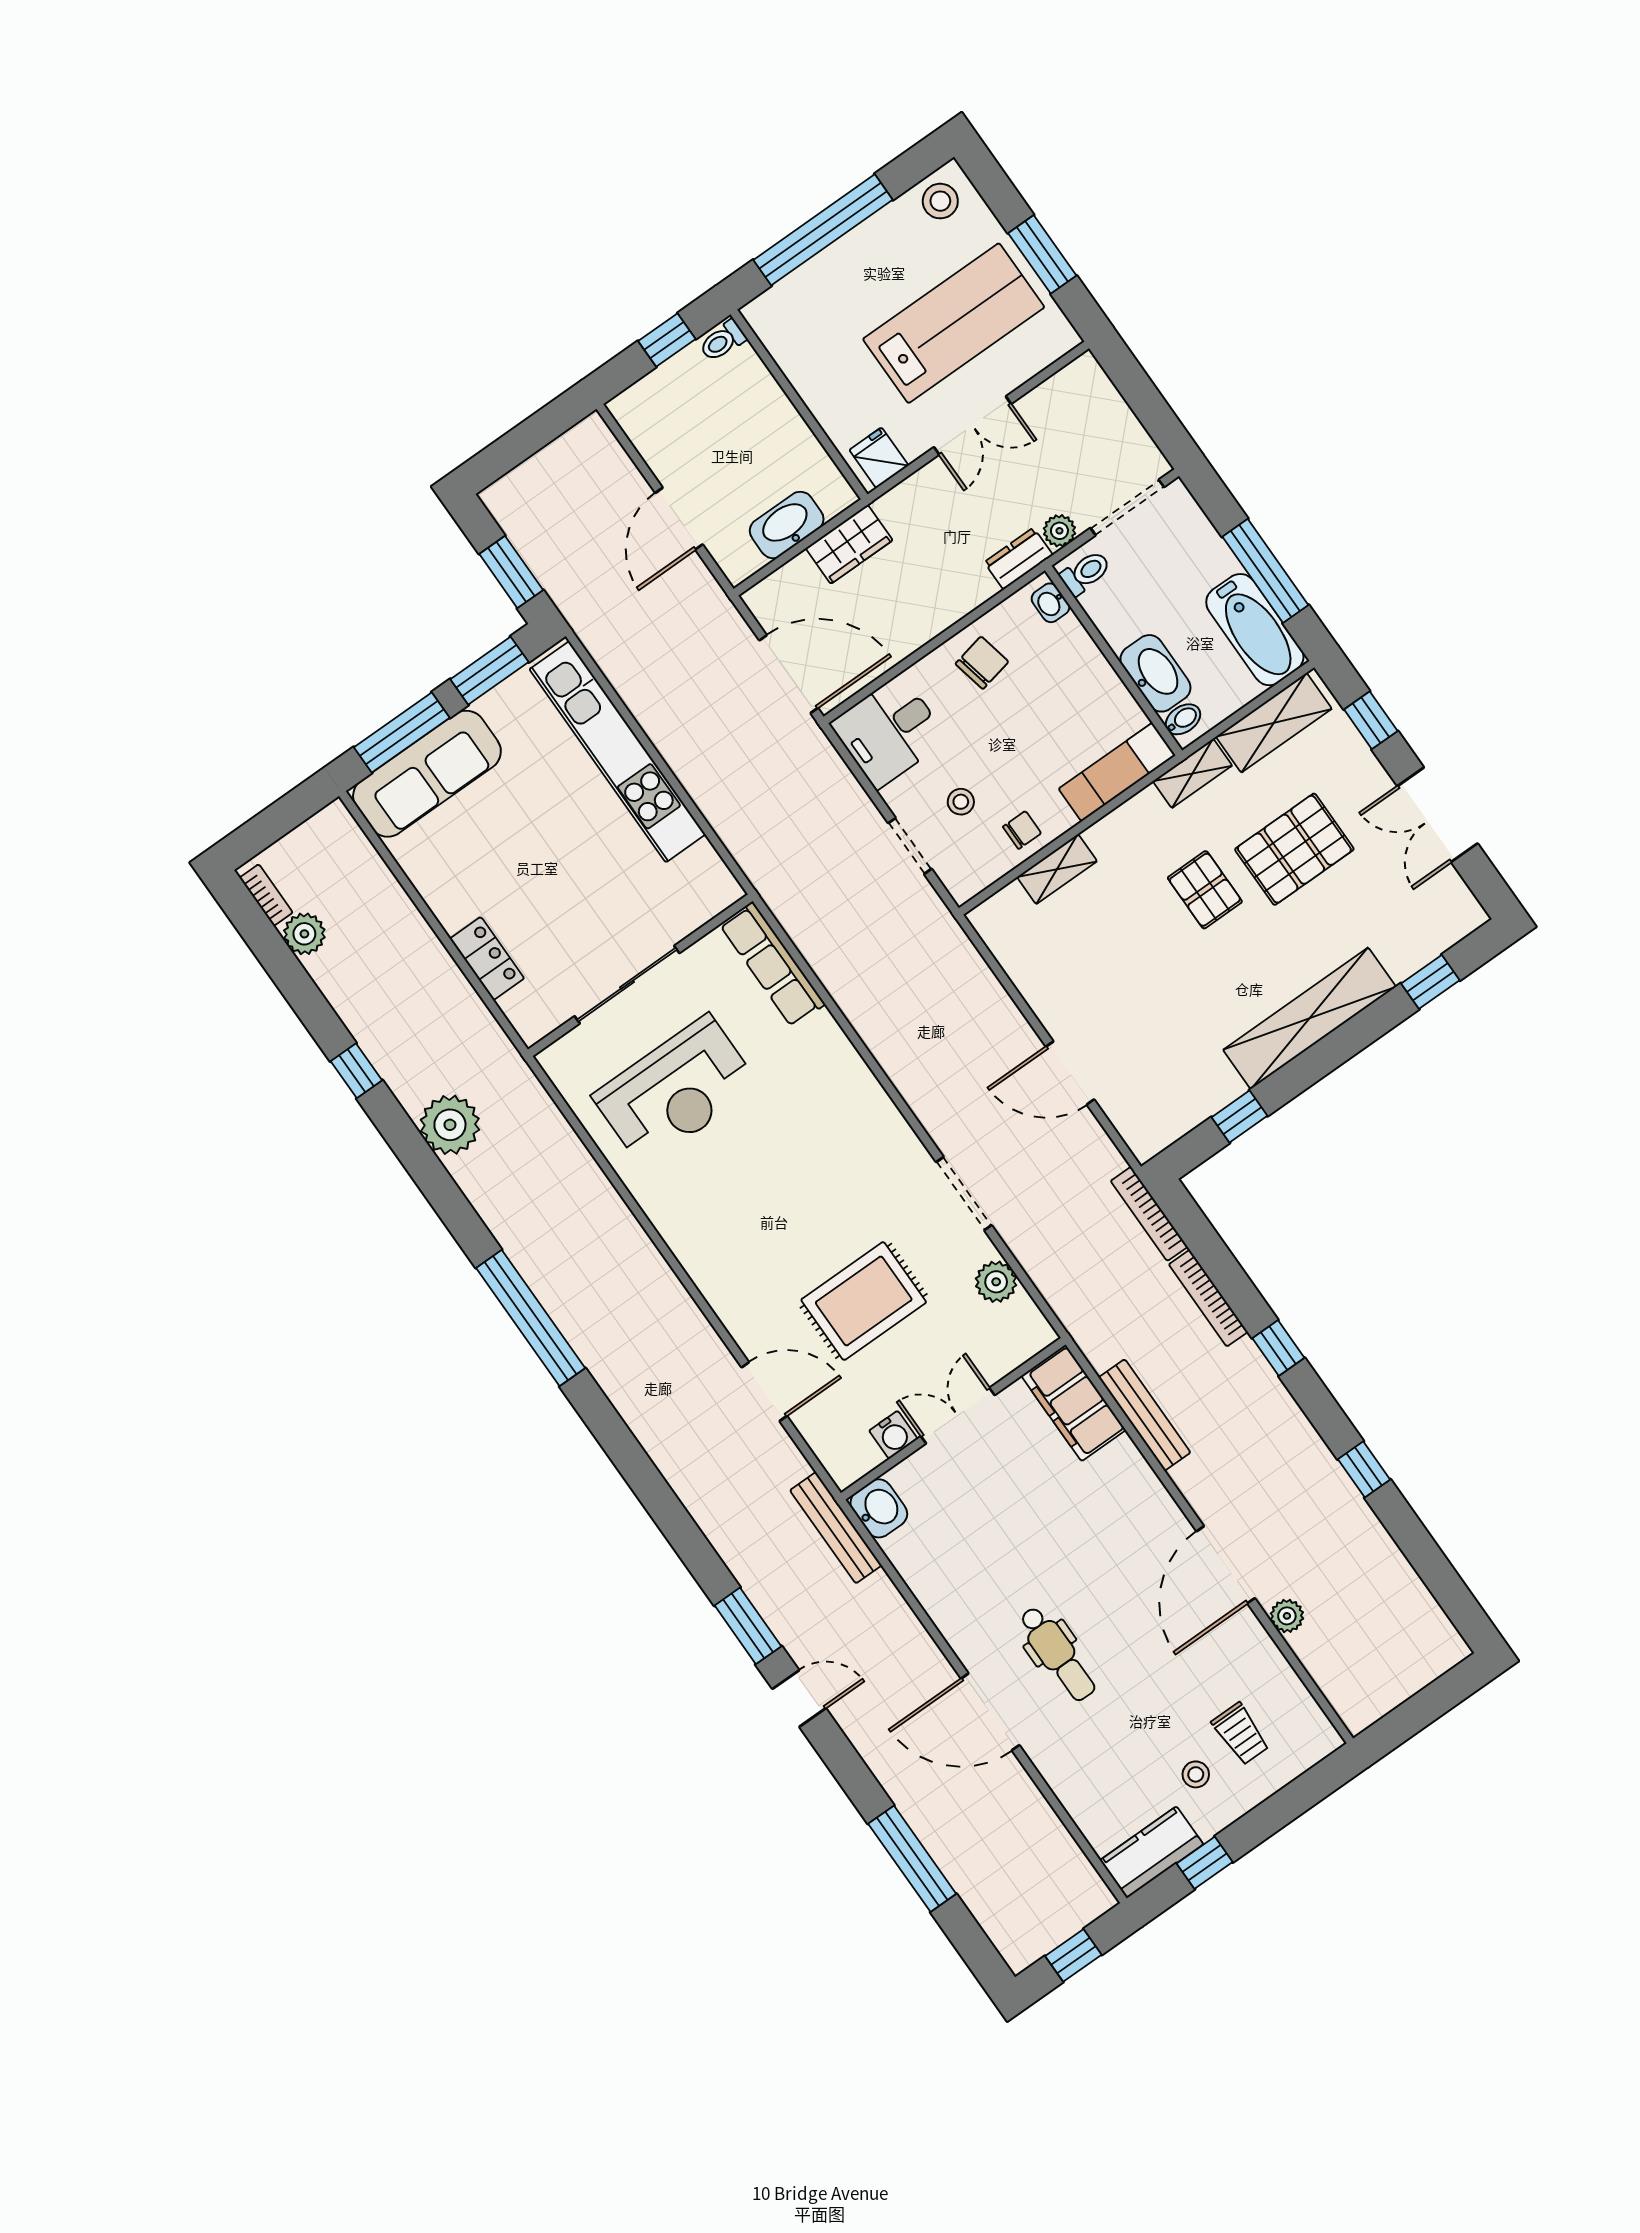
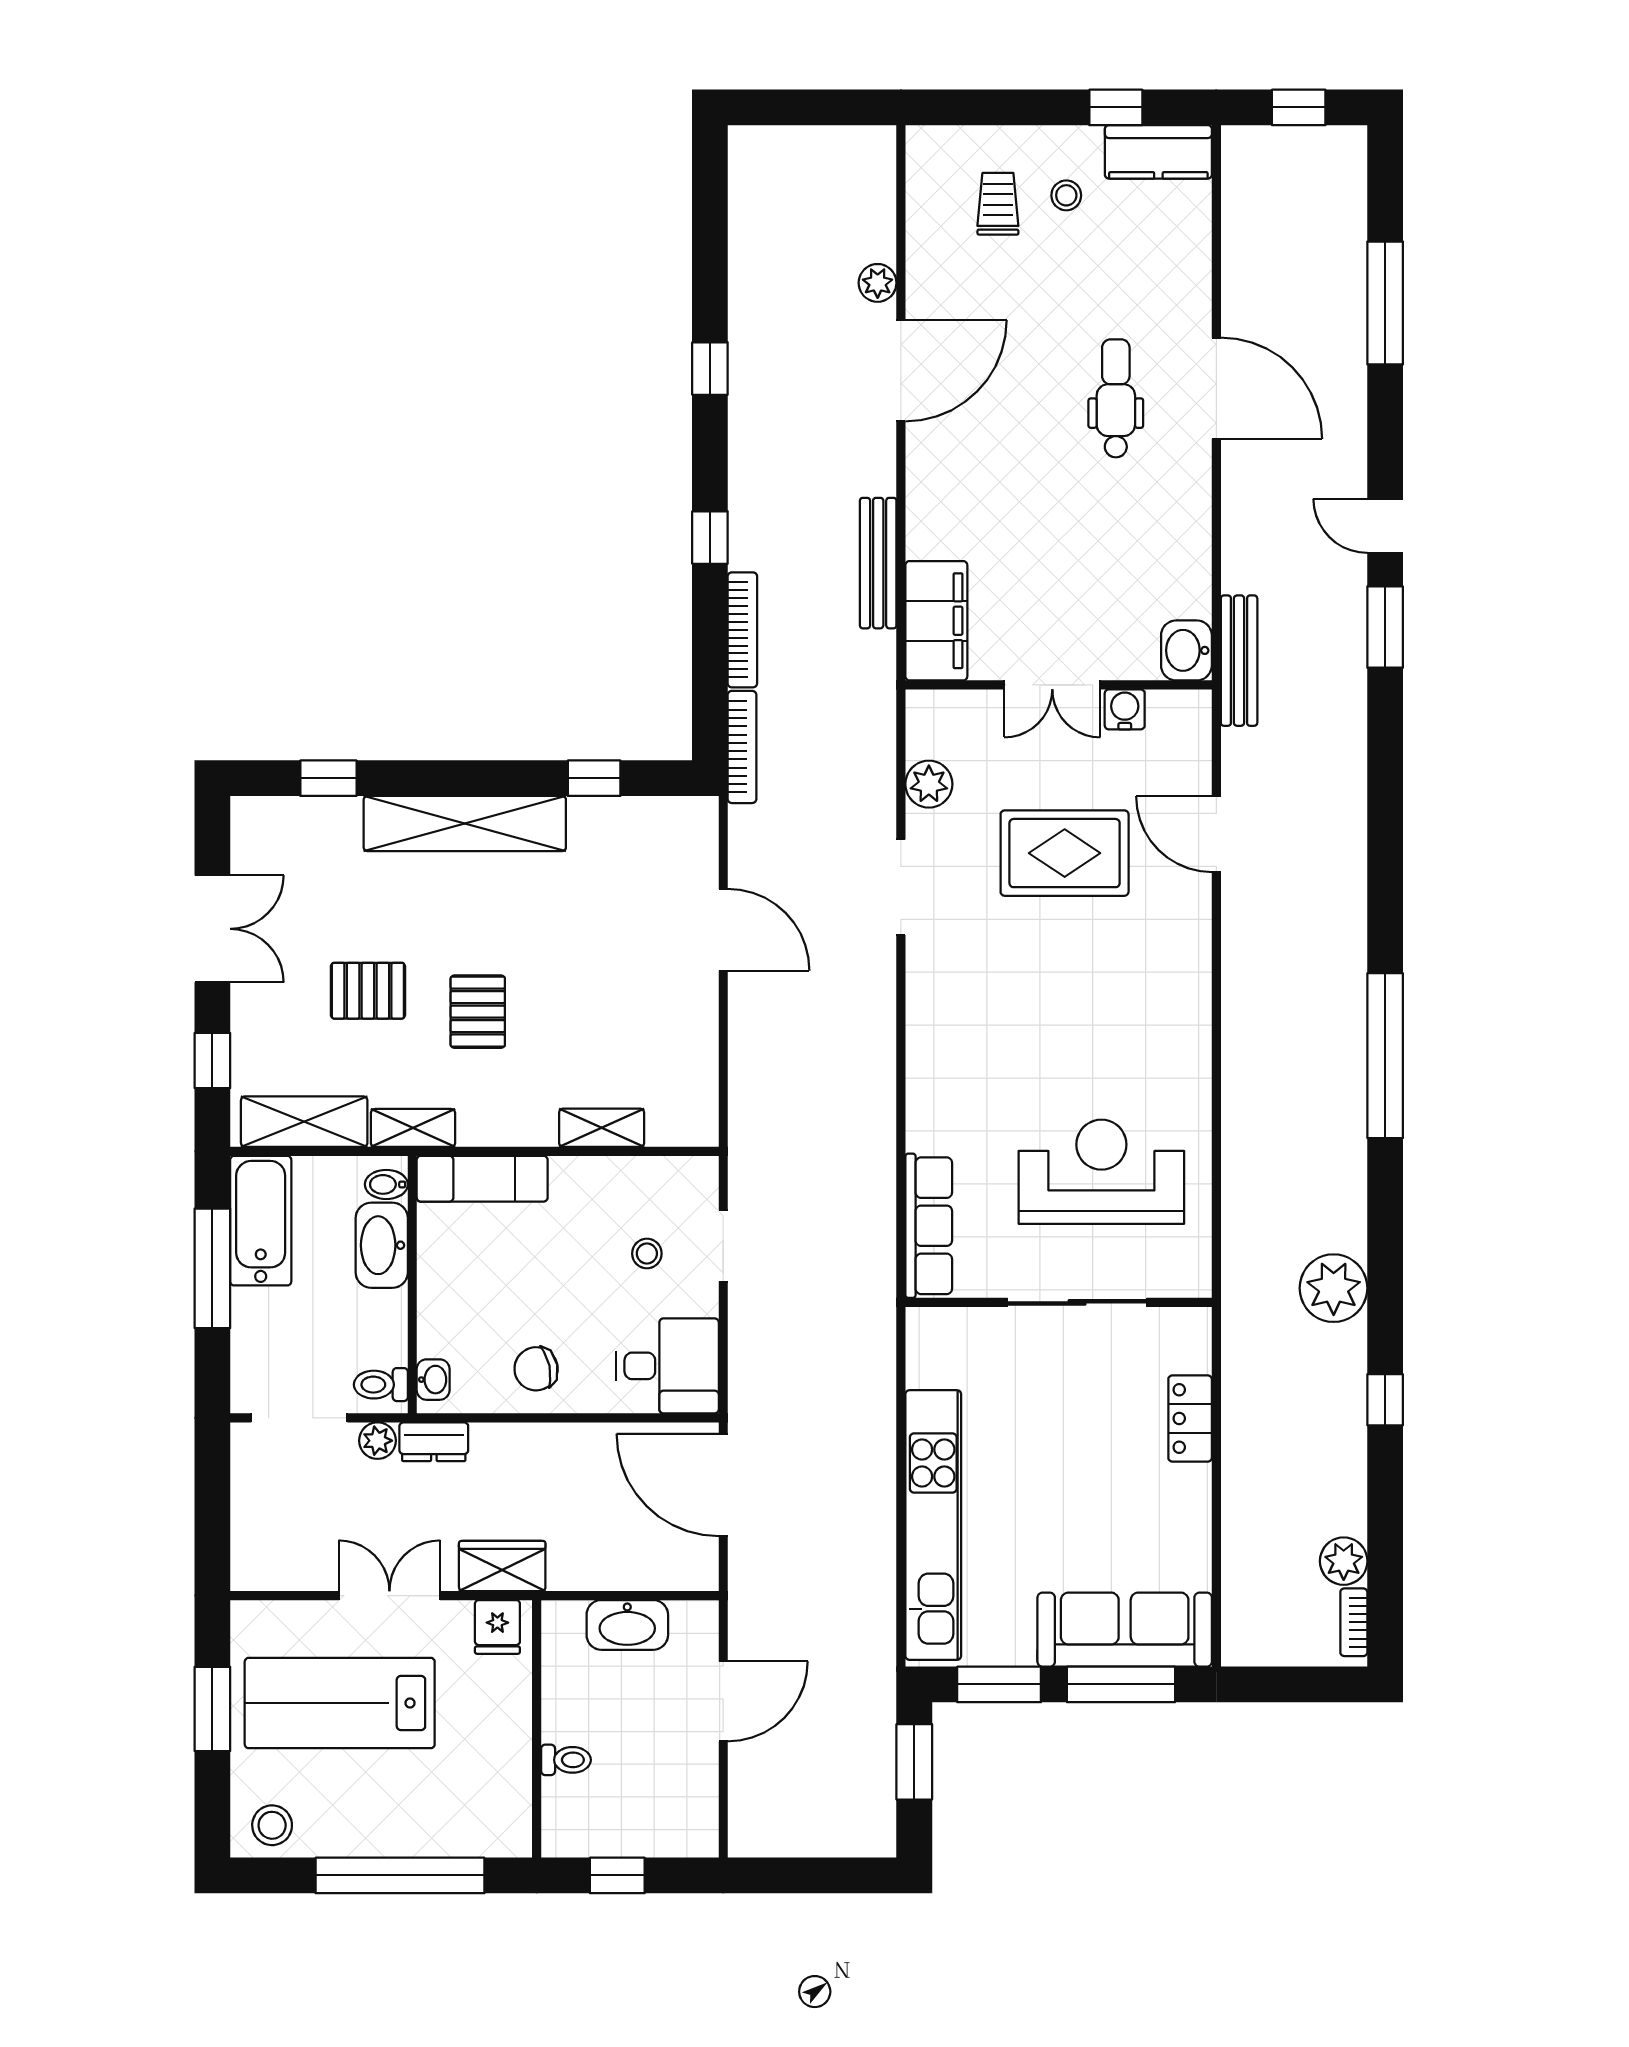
toilet: (723, 341) -> (566, 1760), moved
wardrobe: (849, 544) -> (502, 1566), moved
chair: (1022, 830) -> (609, 1187), removed
pallet: (1294, 849) -> (368, 991), width x0.67, depth x0.71

